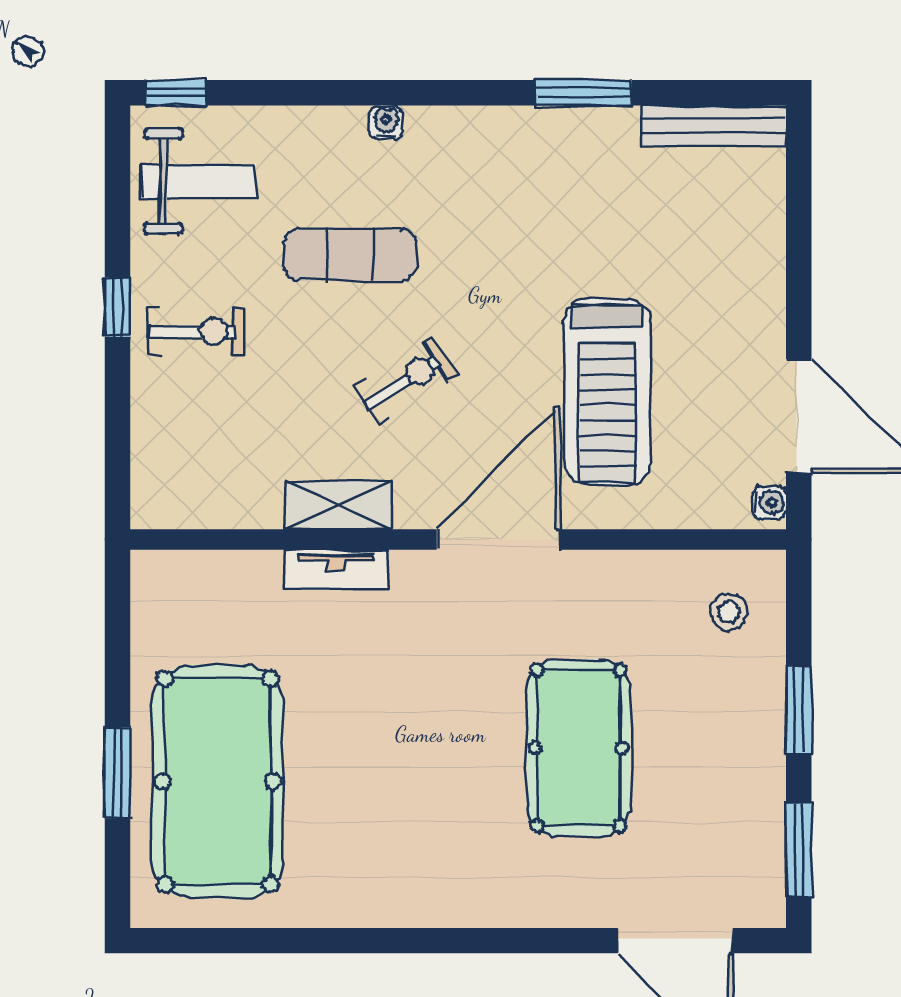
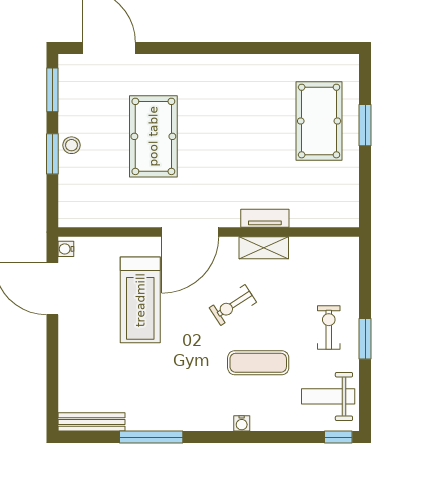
window: (584, 93) -> (151, 437), width x1.44
window: (117, 307) -> (365, 339), width x1.50
exercise bike: (196, 331) -> (329, 328), turned 90
treadmill: (607, 392) -> (140, 300), turned 180
stool: (729, 612) -> (72, 145), moved
pool table: (218, 782) -> (319, 121), width x0.73, depth x0.76

